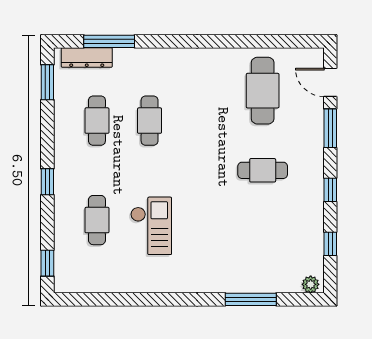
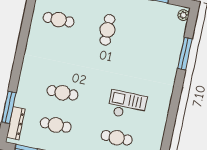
cafe table: (263, 91) -> (59, 20), width x0.73, depth x0.74

